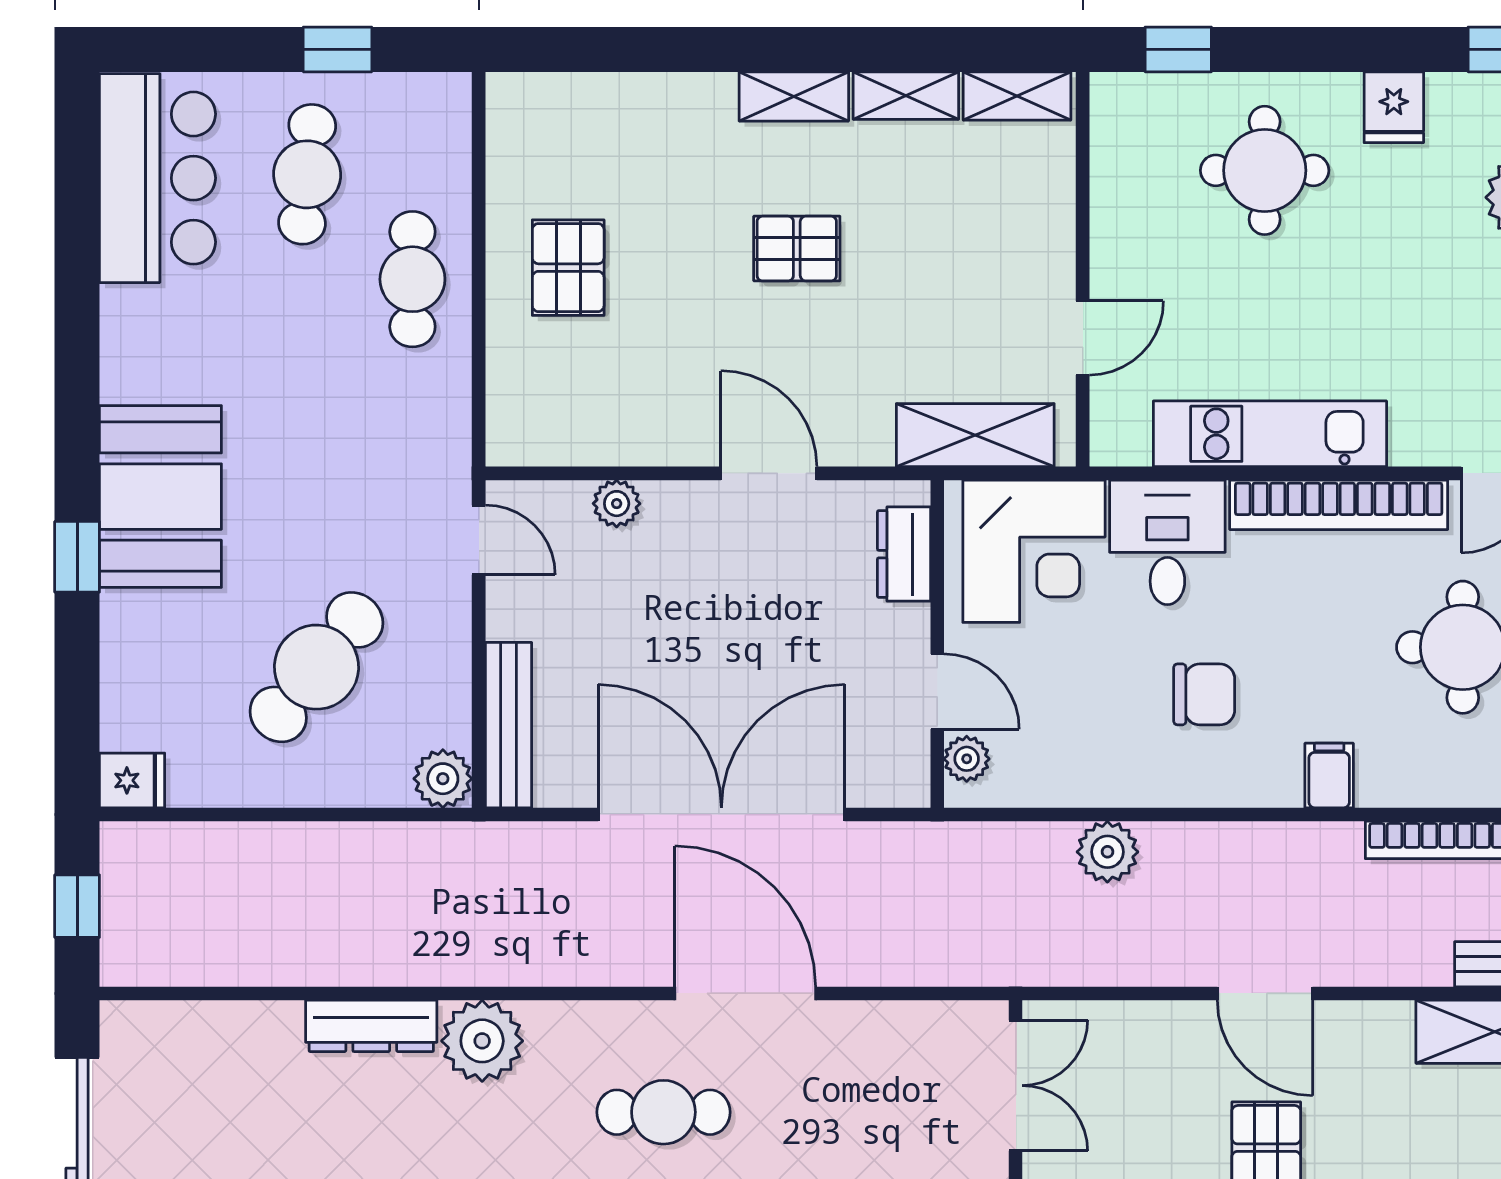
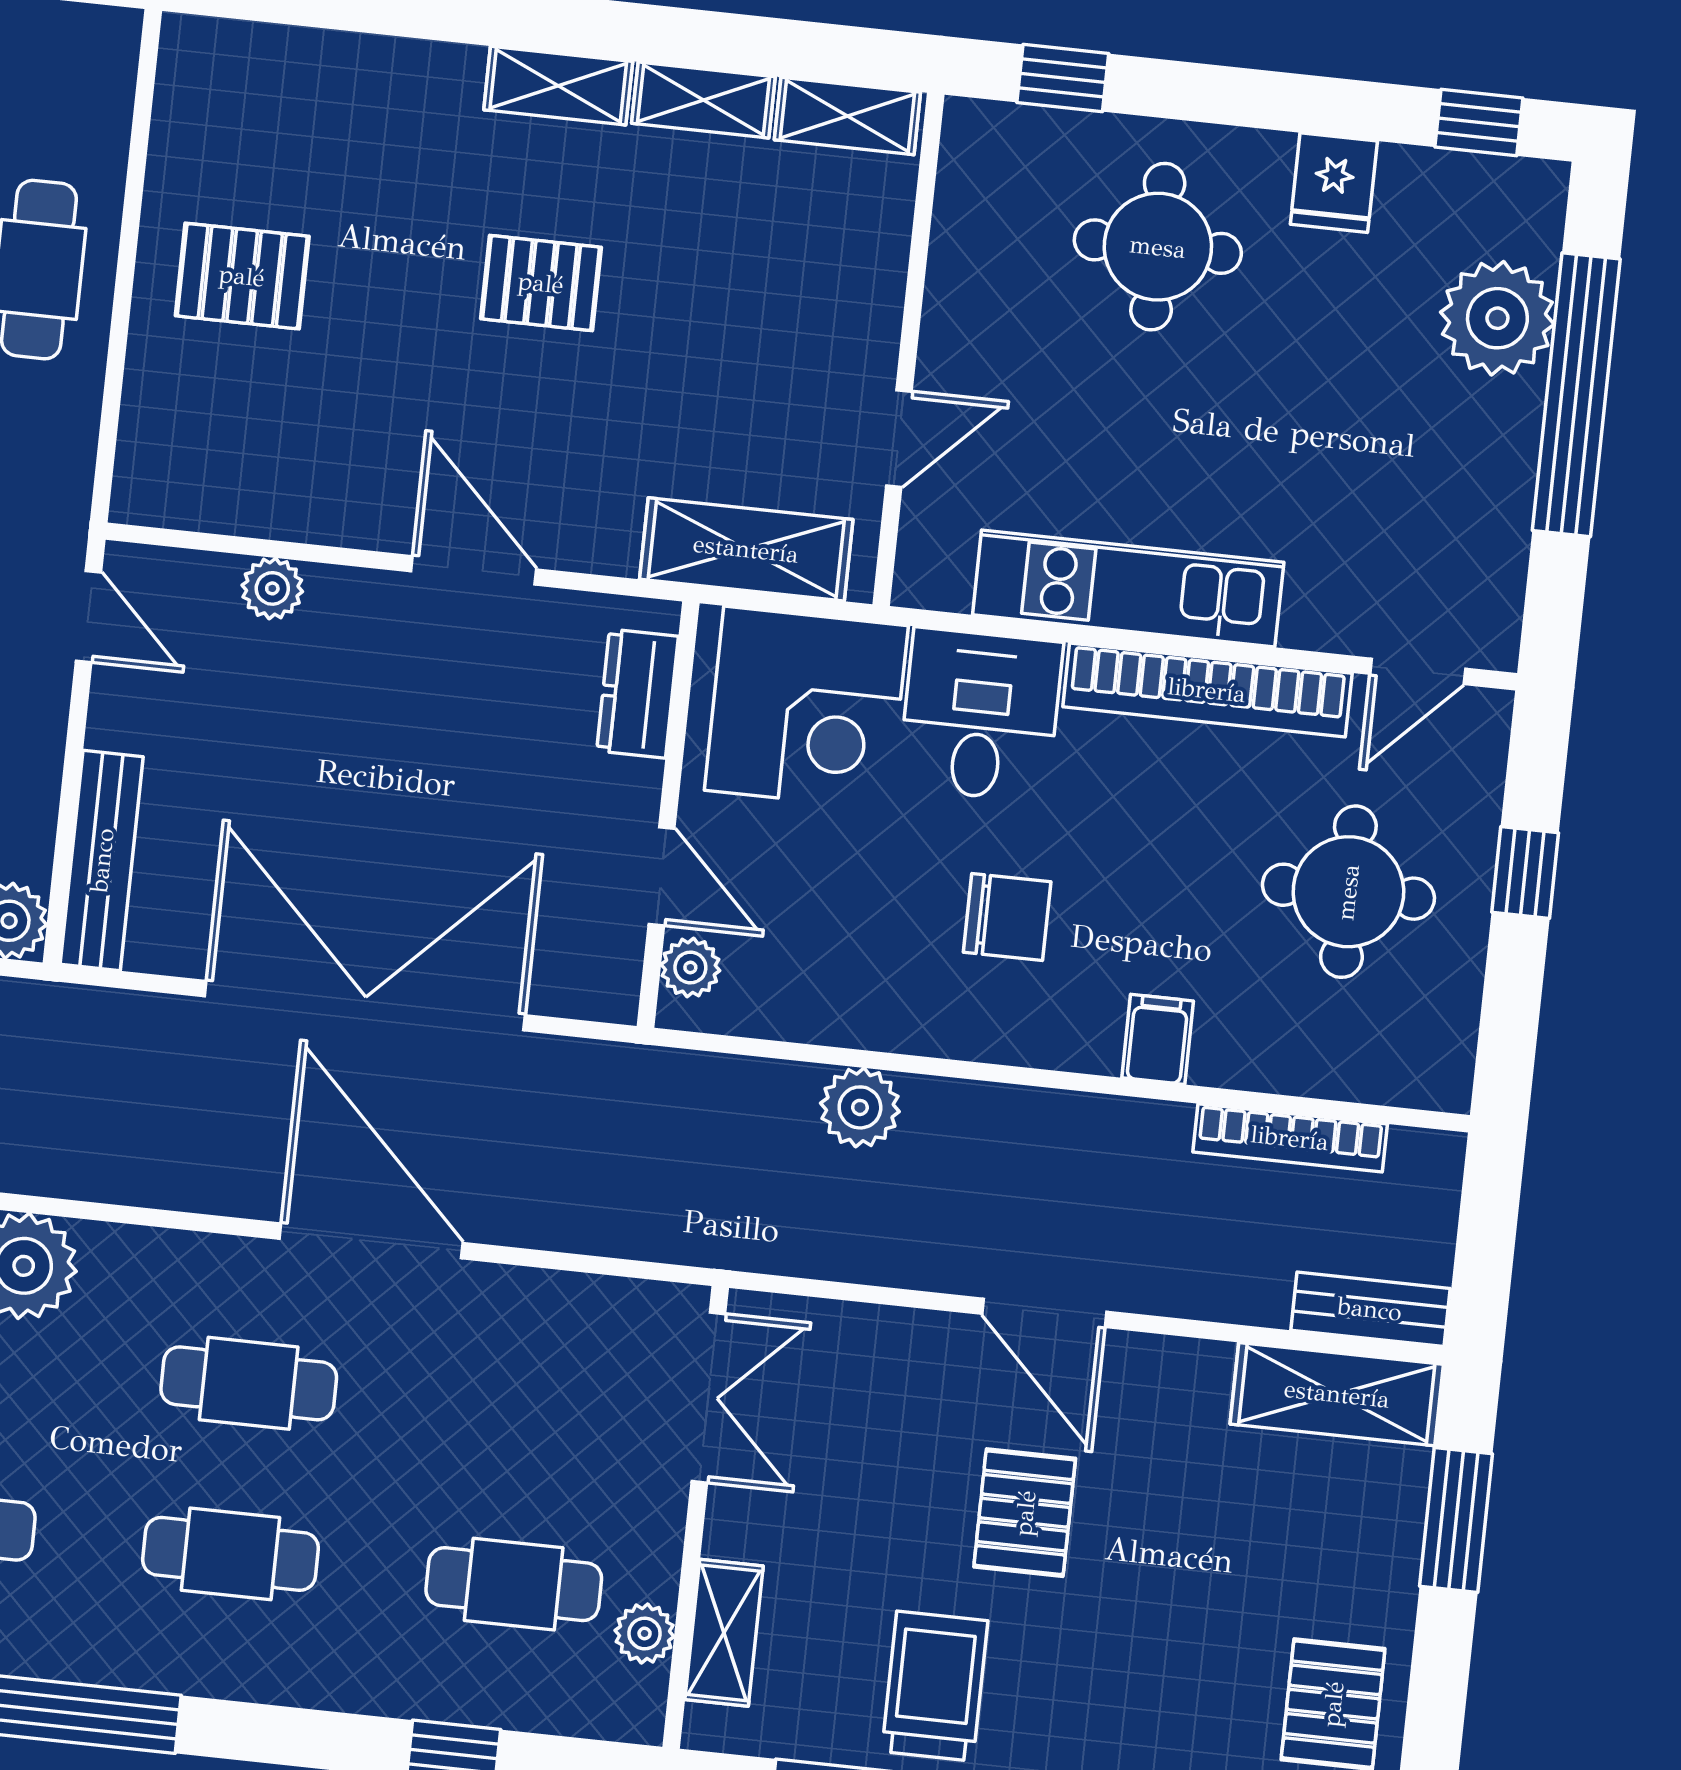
pallet: (568, 268) -> (242, 276), turned 90

